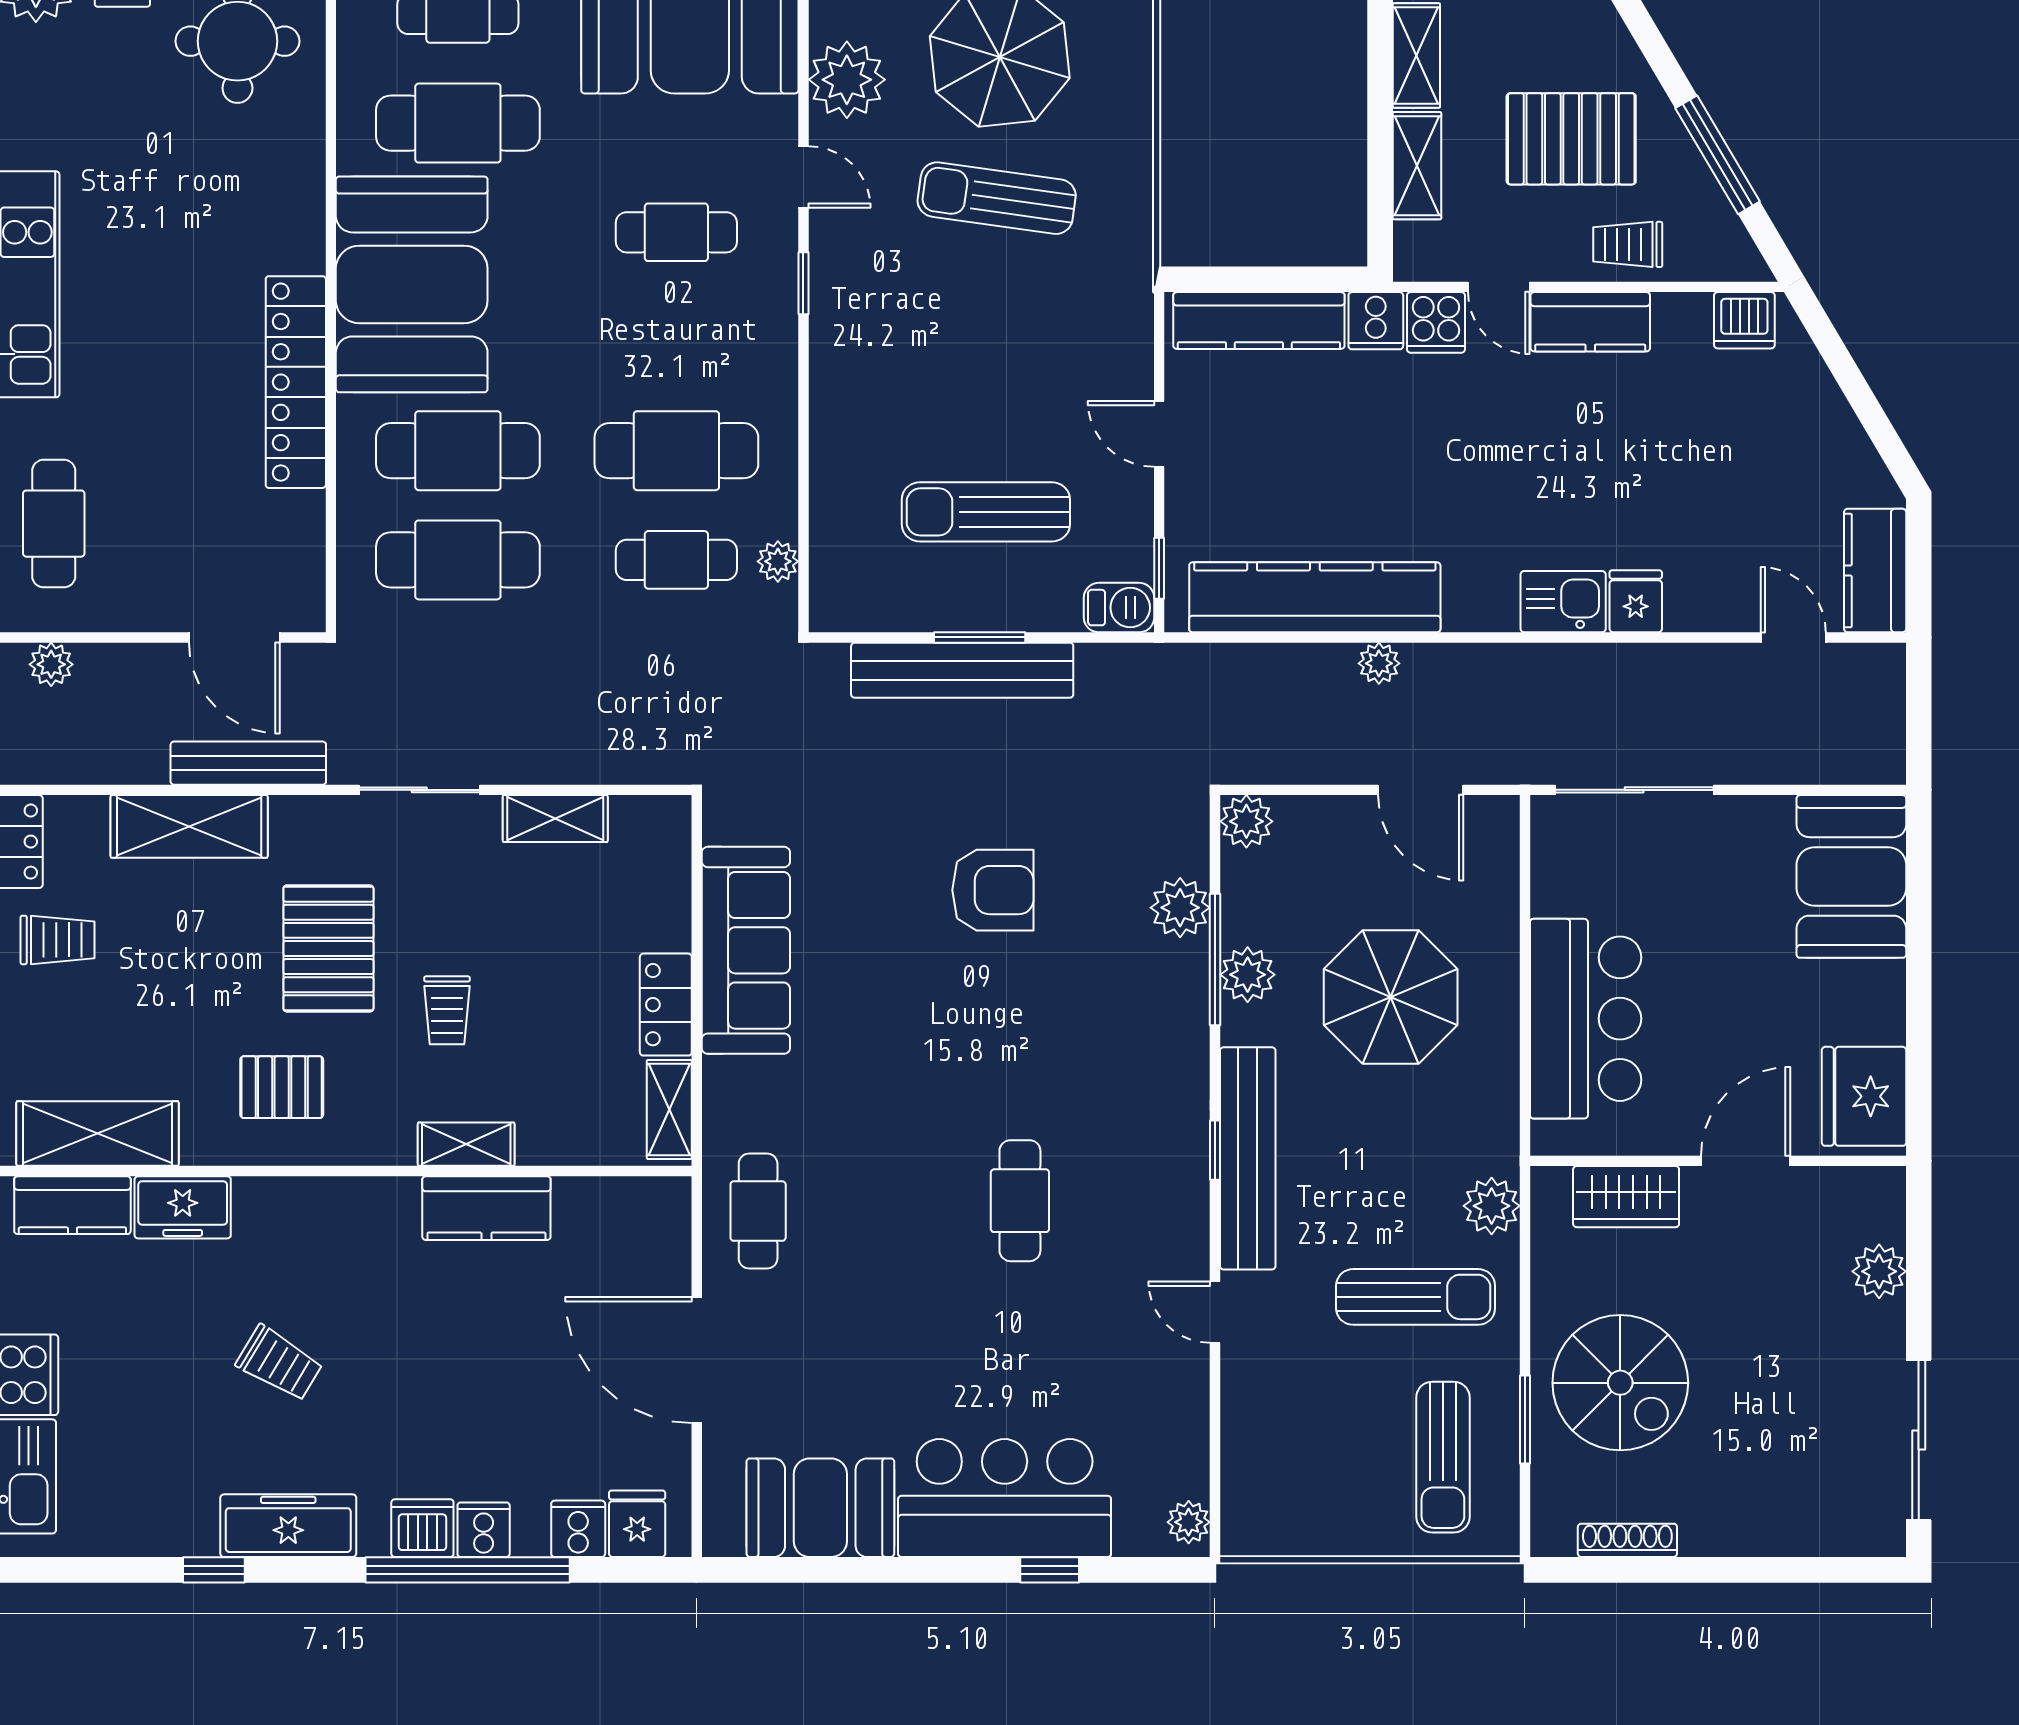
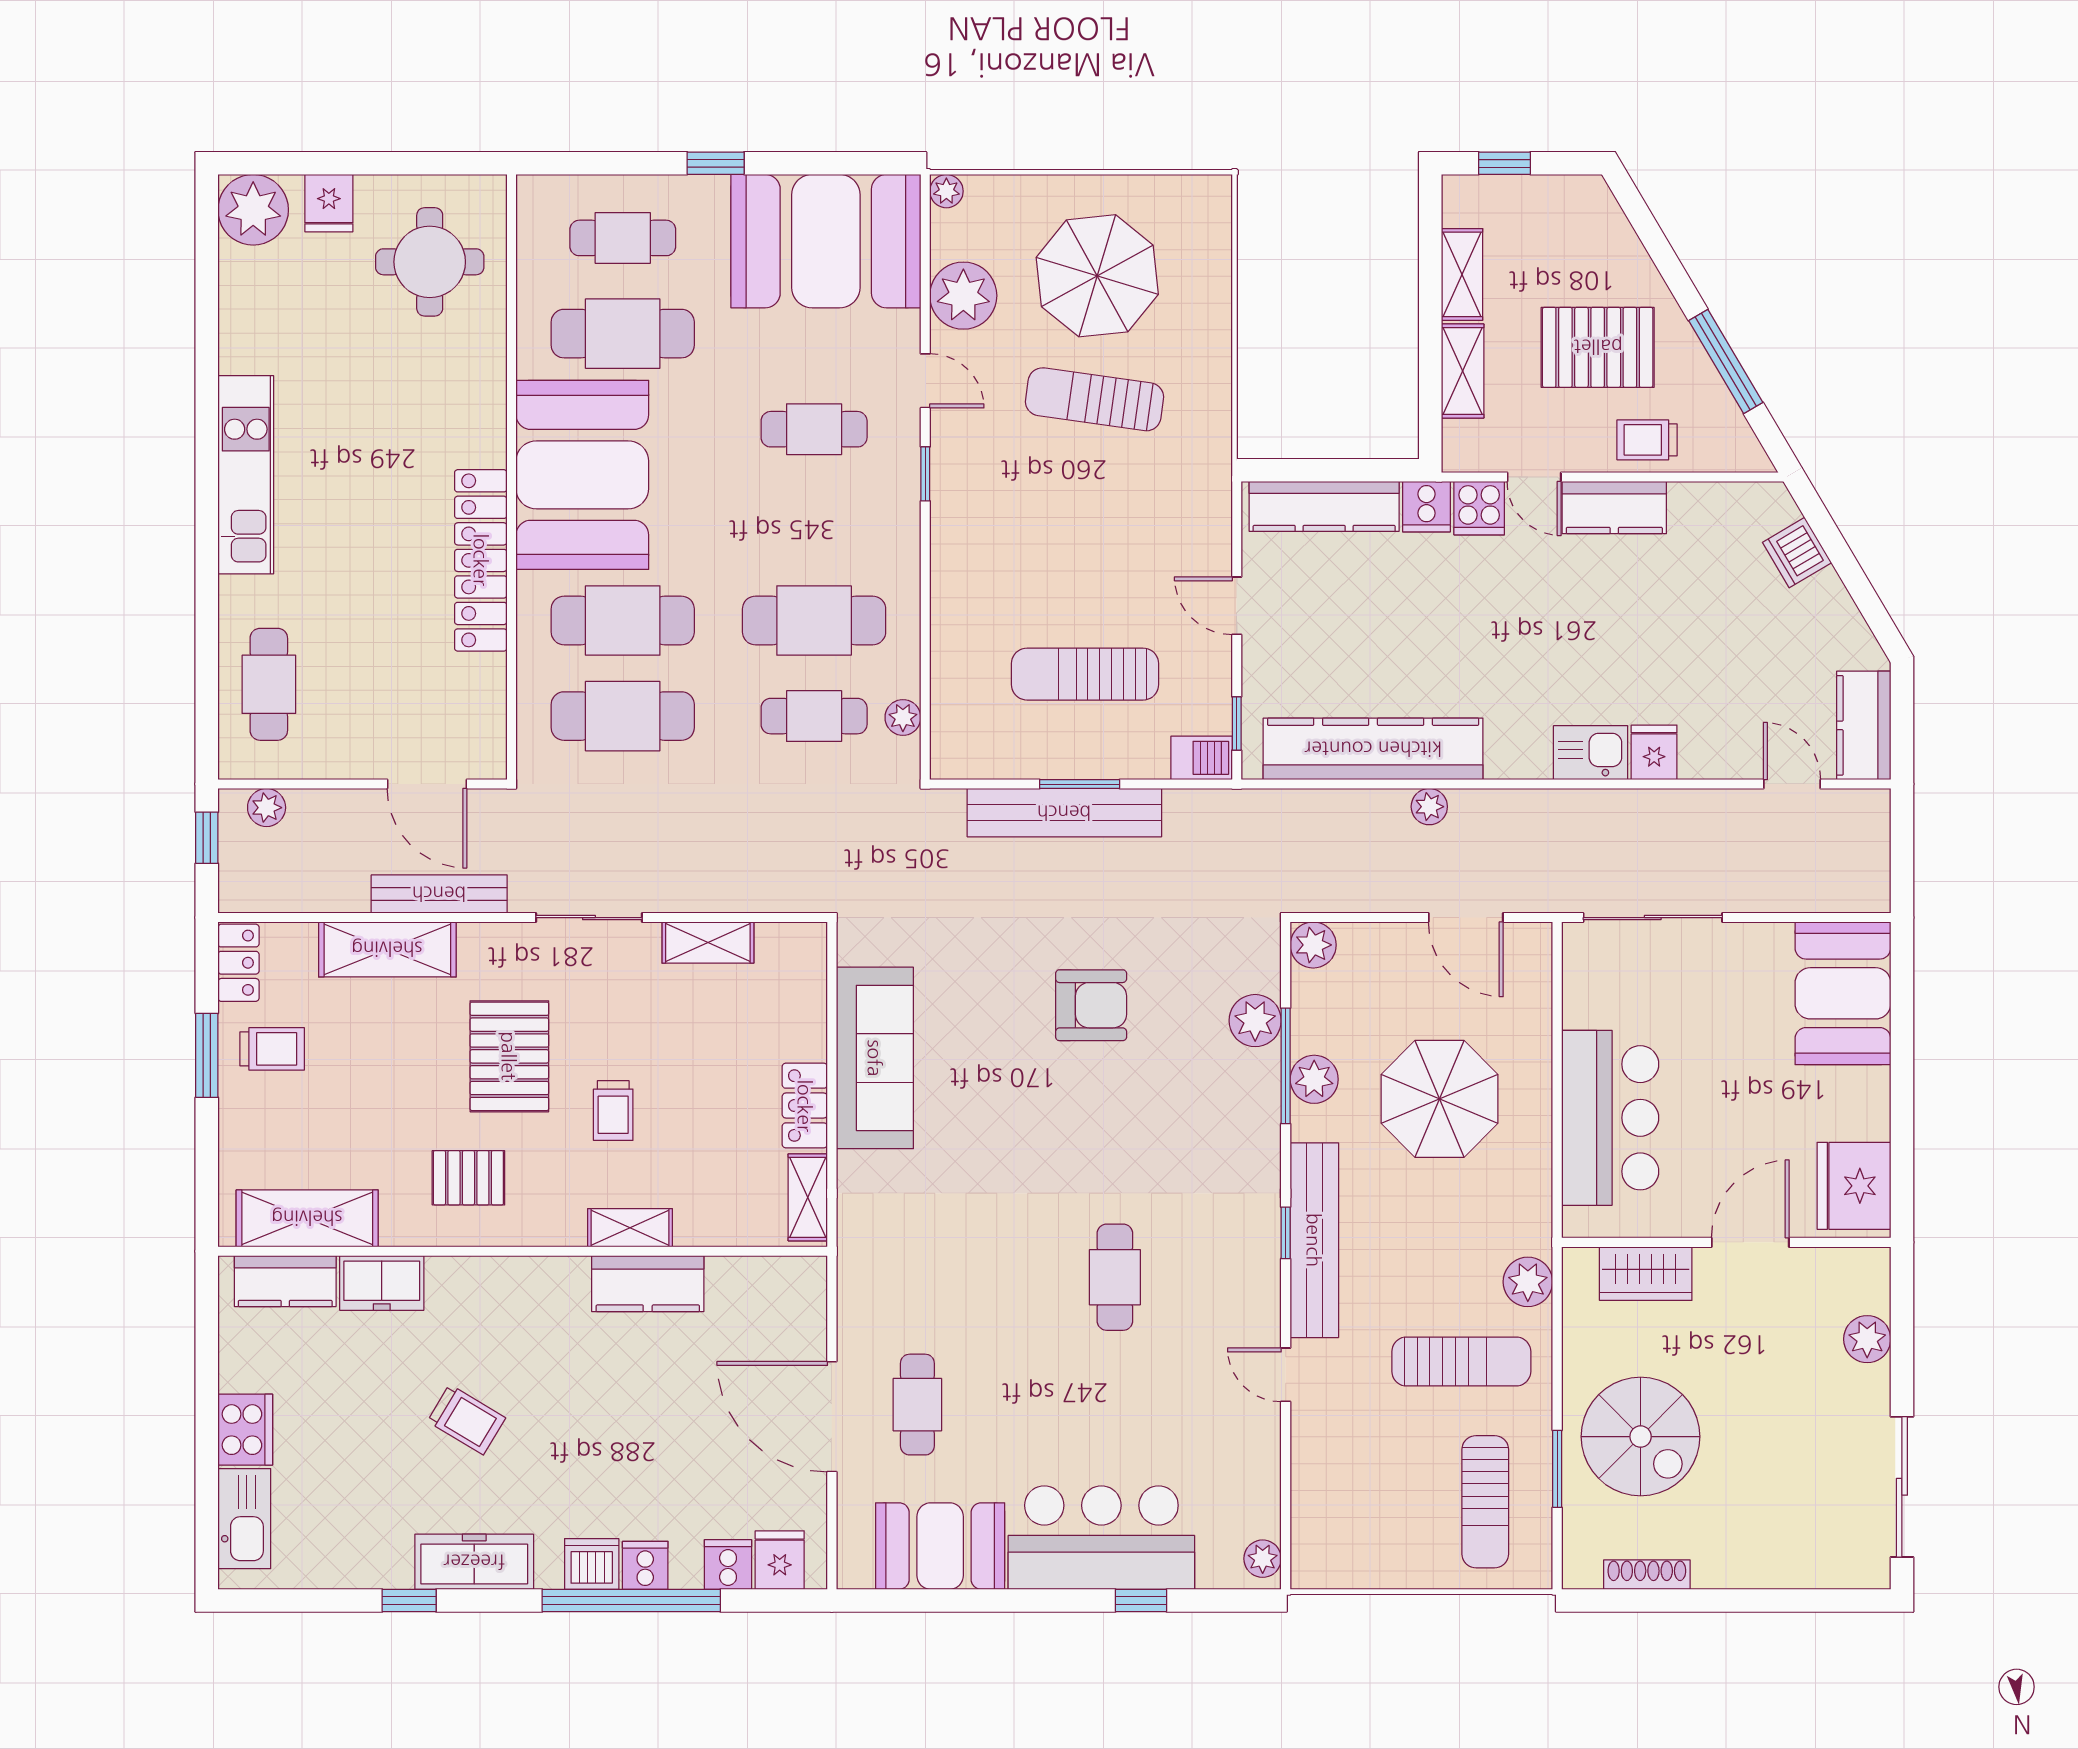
dishwasher: (1744, 320) -> (1797, 553), moved, turned 59
cafe table: (758, 1211) -> (917, 1405), moved

